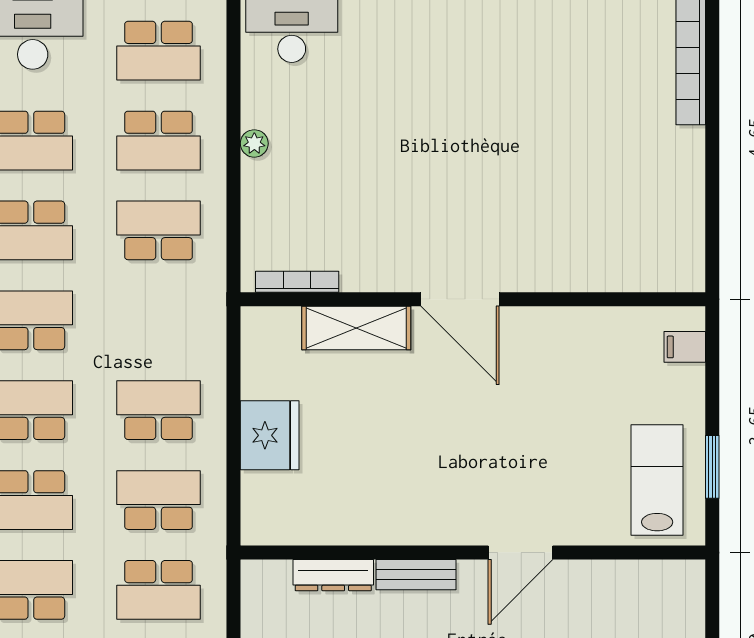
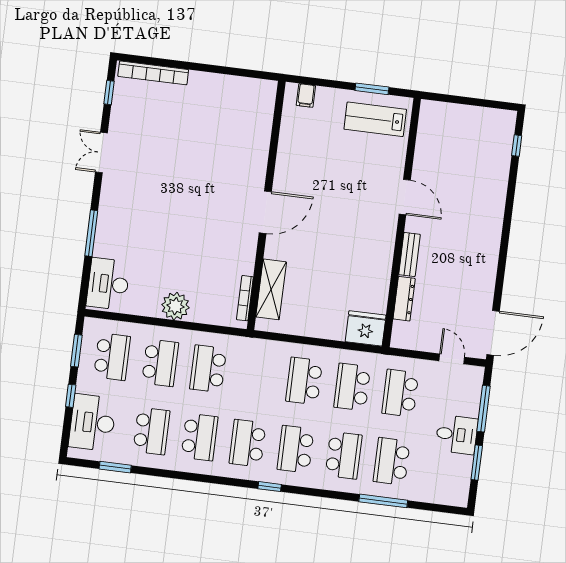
plant: (254, 143) -> (175, 306), width x1.88, depth x1.88
shelving: (356, 328) -> (271, 289), moved
fridge: (270, 435) -> (366, 328), moved
school desk: (159, 590) -> (400, 393), turned 180

